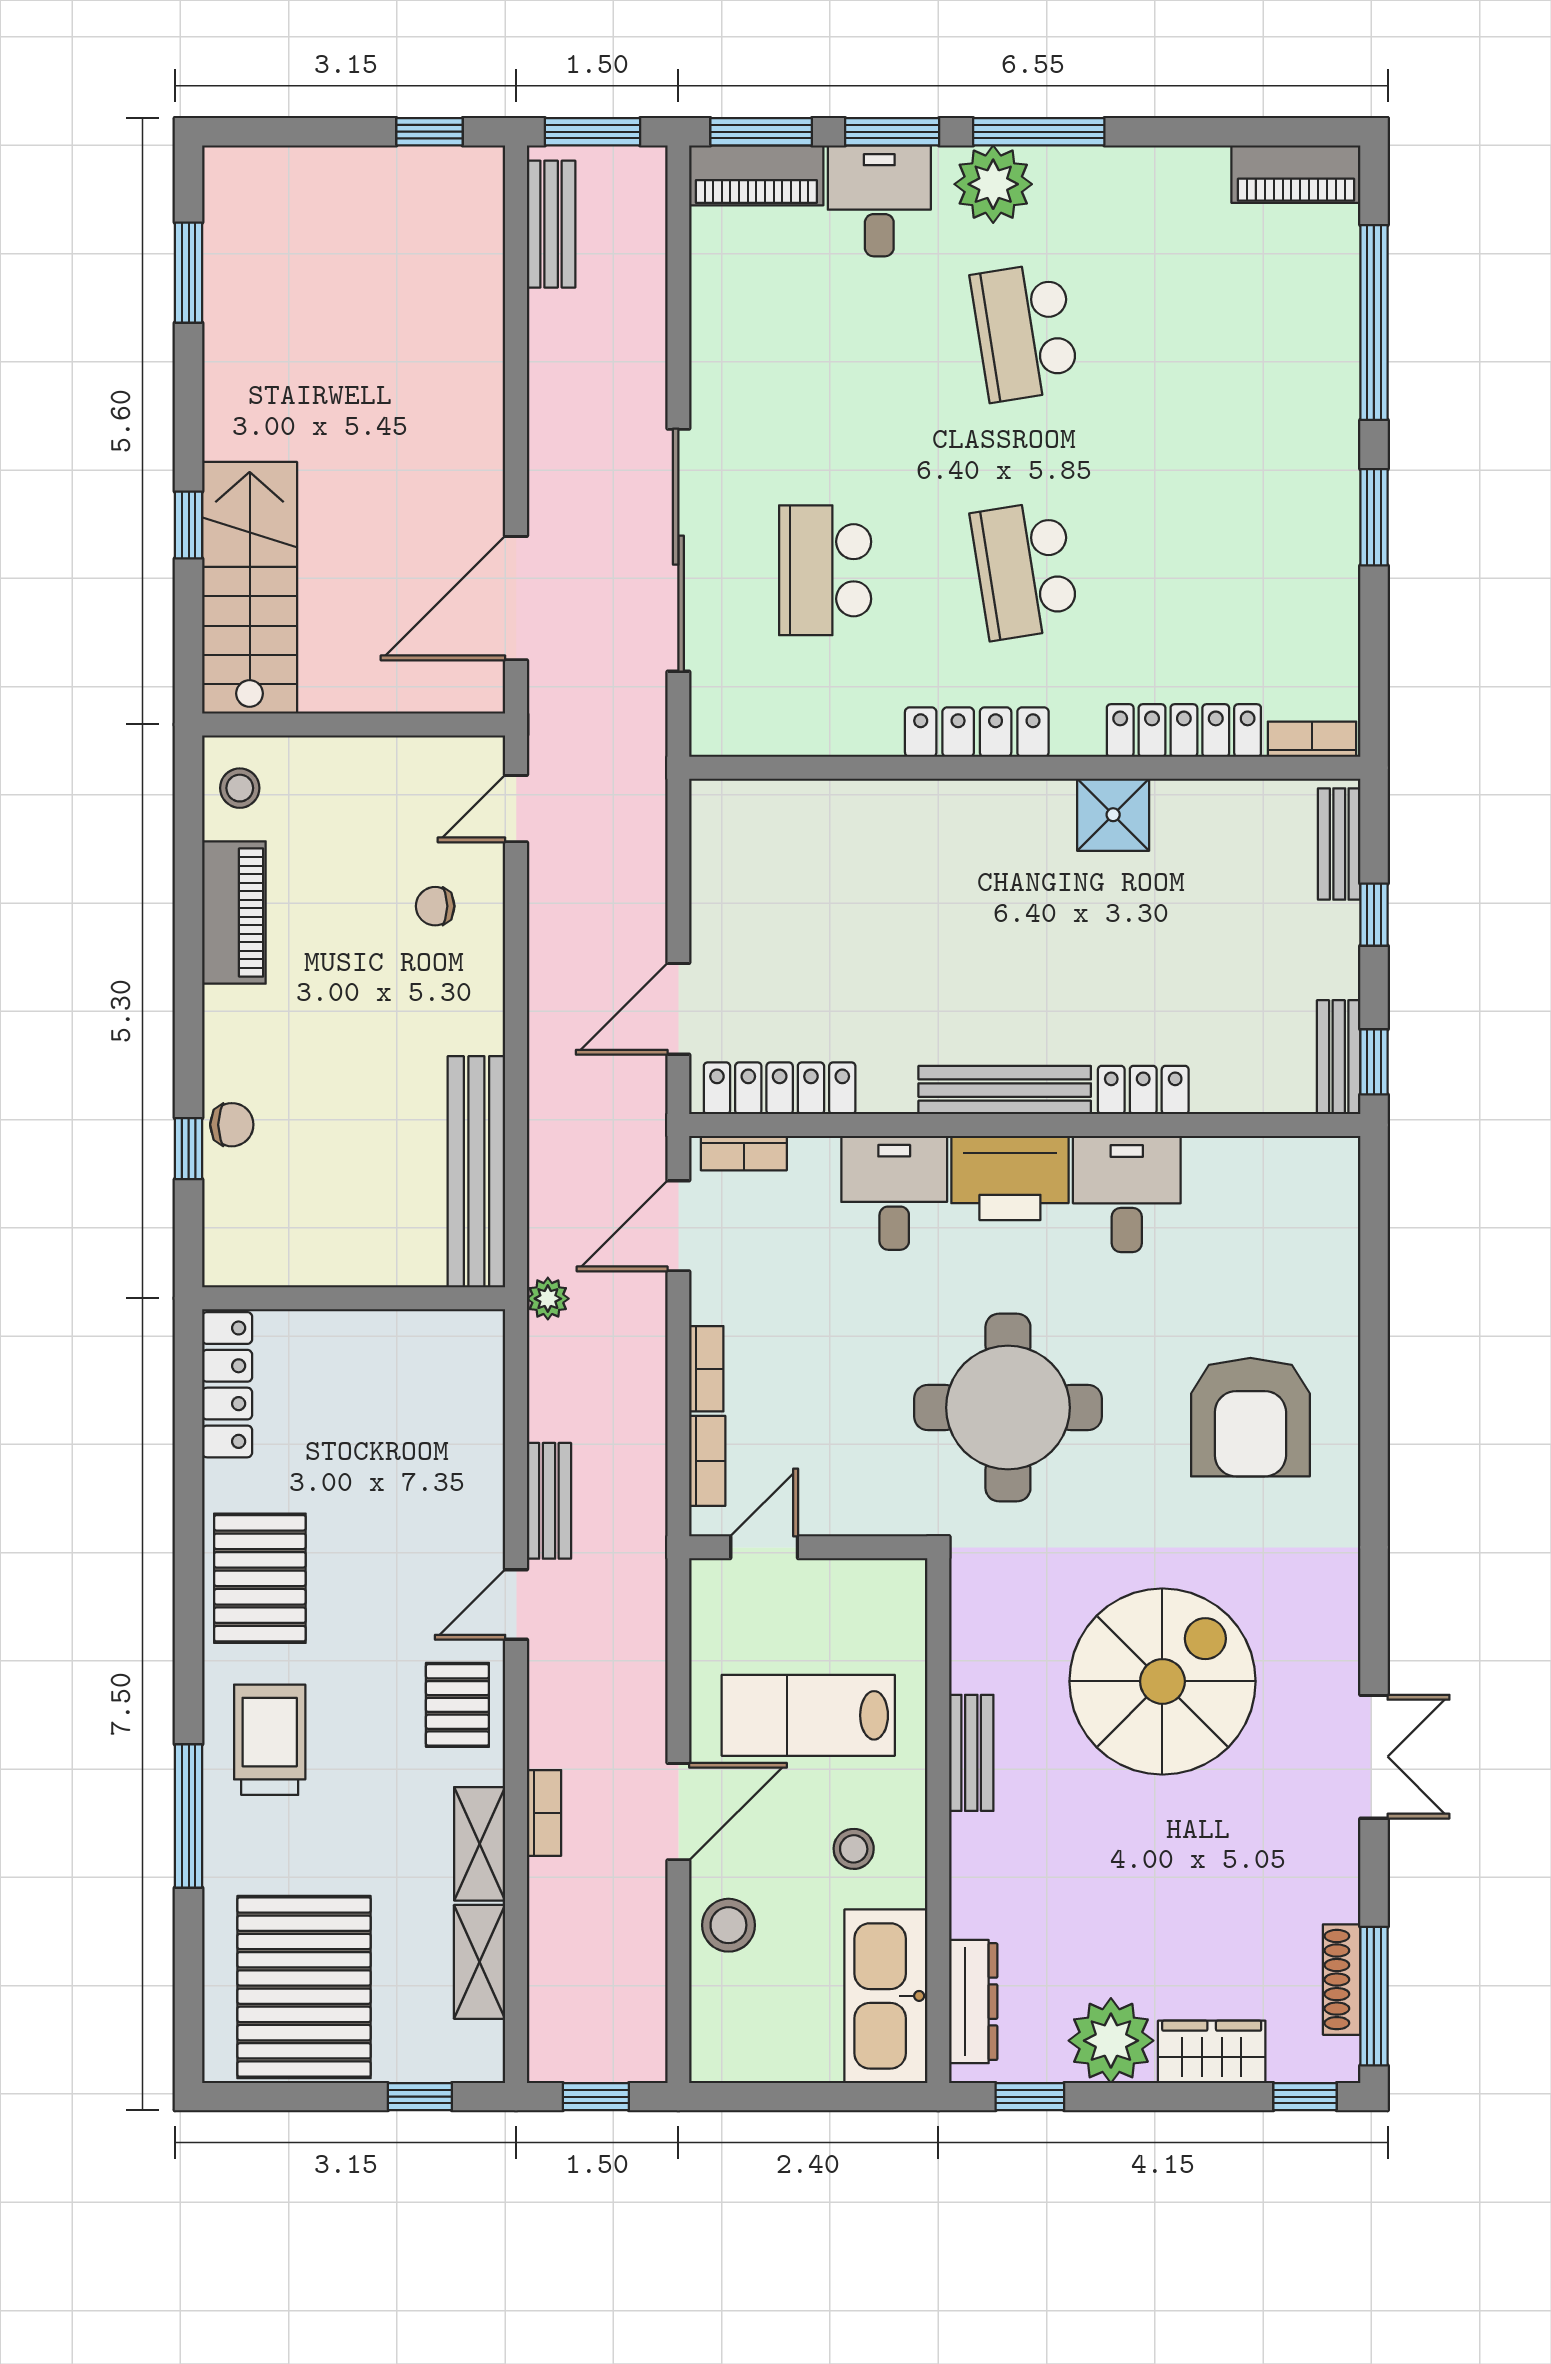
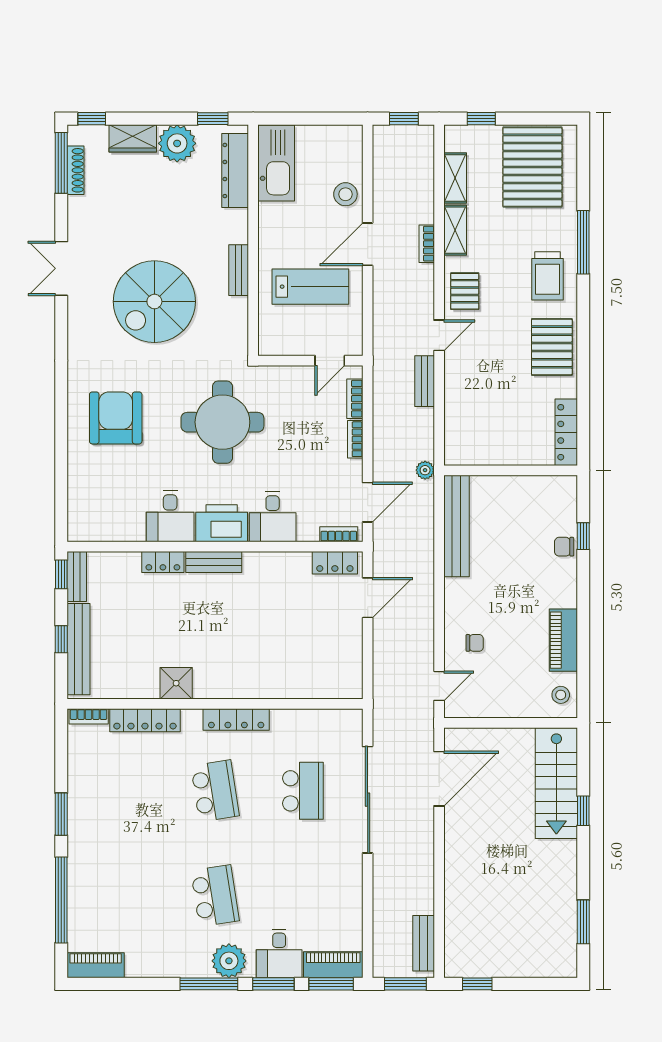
bench: (1339, 844) -> (79, 649), width x1.86, depth x1.21
locker: (780, 1088) -> (335, 563), width x0.66
bench: (1005, 1090) -> (214, 562), width x0.73
stool: (854, 1849) -> (290, 228), removed
dresser: (973, 2002) -> (235, 171), width x1.37, depth x1.24

